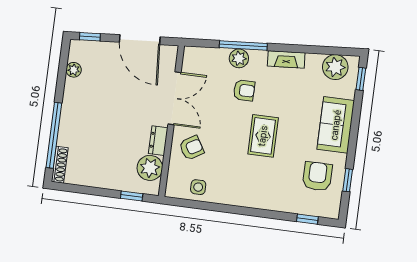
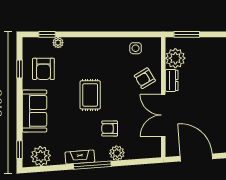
window: (243, 46) -> (92, 165), moved
window: (132, 196) -> (187, 34), width x1.50
plant: (295, 207) -> (58, 43), added

